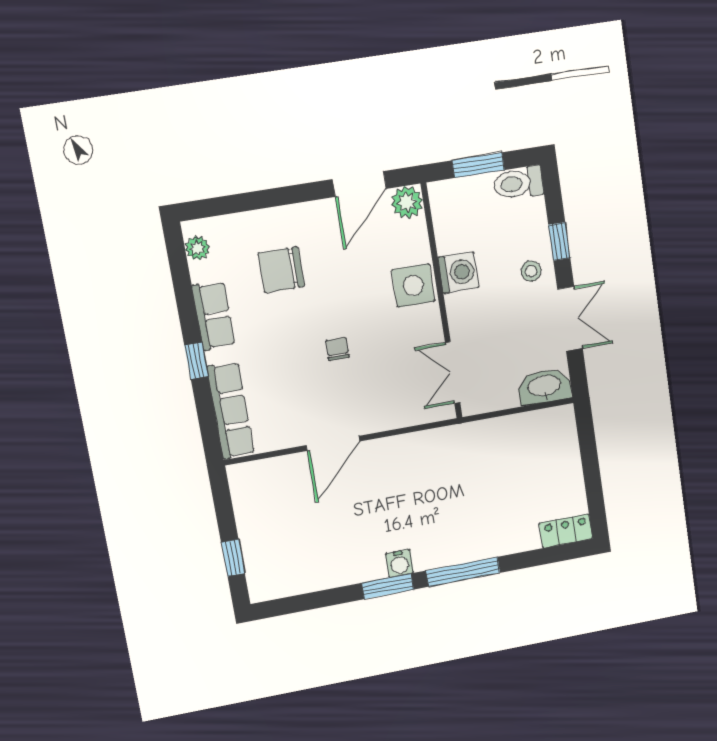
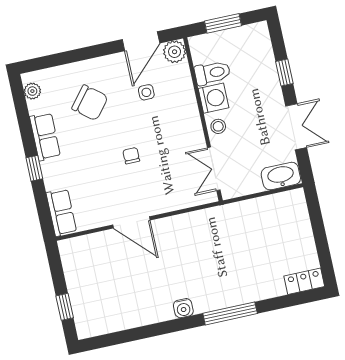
toilet: (518, 183) -> (212, 73), moved, turned 180
chair: (281, 270) -> (90, 103), turned -141
stool: (531, 271) -> (218, 126), moved
side table: (413, 285) -> (146, 92), moved, width x0.54, depth x0.54
row of seats: (231, 410) -> (61, 212), width x0.68
door: (333, 443) -> (131, 222), hinge flipped
window: (388, 586) -> (176, 325), removed

